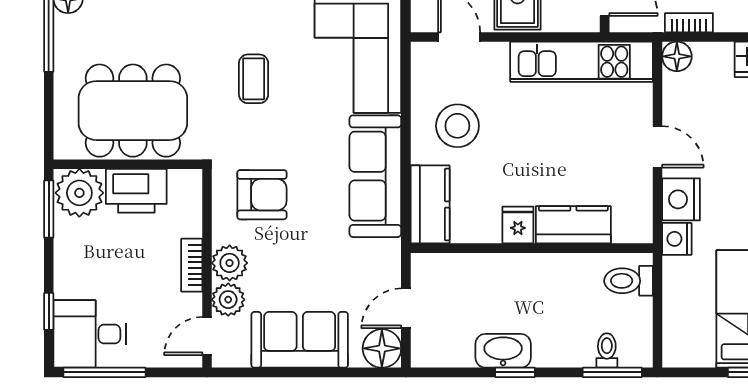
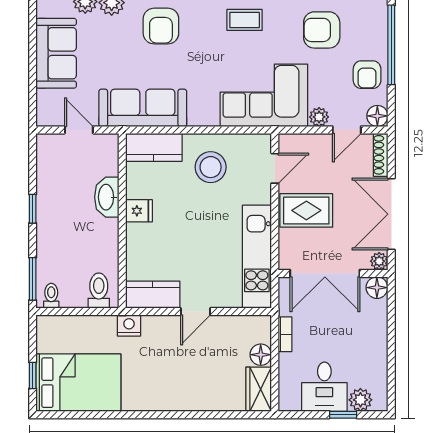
floor lamp: (677, 56) -> (261, 355), moved
sofa: (375, 176) -> (143, 108), moved
nightstand: (681, 199) -> (158, 329), removed
kitchen counter: (573, 225) -> (153, 295), moved, turned -90
floor lamp: (382, 348) -> (50, 113), removed
washbasin: (503, 351) -> (107, 197), moved, turned 180
toilet: (607, 351) -> (51, 296), moved, turned -90

